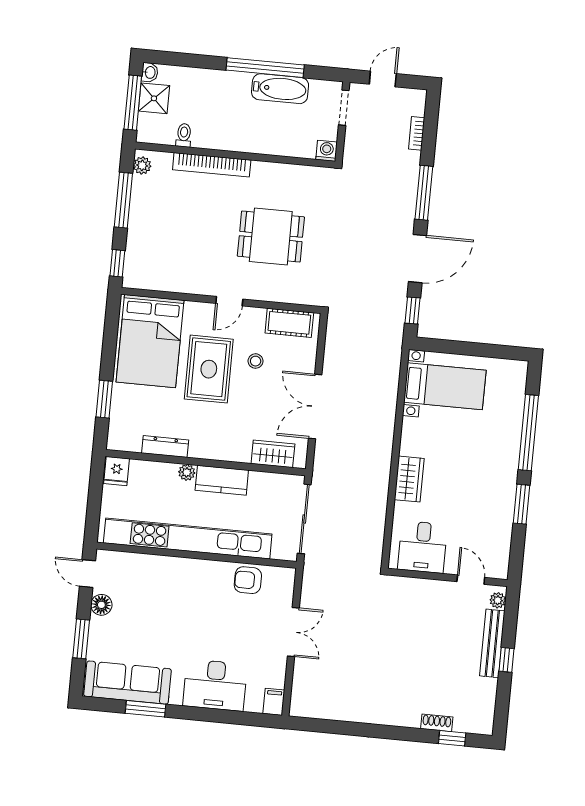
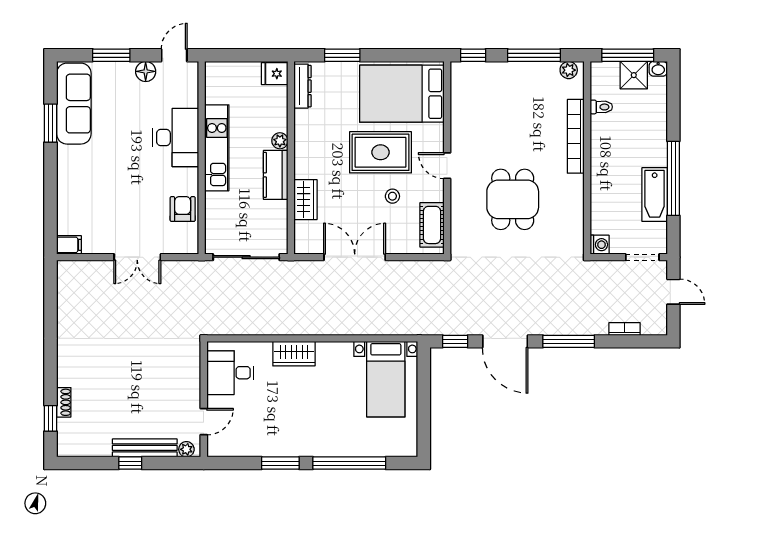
dresser: (165, 447) -> (303, 86), moved
wardrobe: (273, 454) -> (306, 200), moved
kitchen unit: (188, 539) -> (217, 148), width x0.54
desk: (215, 685) -> (176, 137), moved, turned 180

